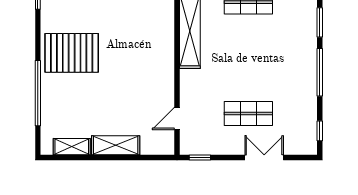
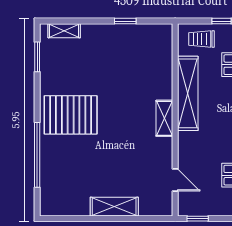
door: (177, 118) -> (175, 180), swing flipped
shelving: (72, 147) -> (164, 118), moved, turned 90

